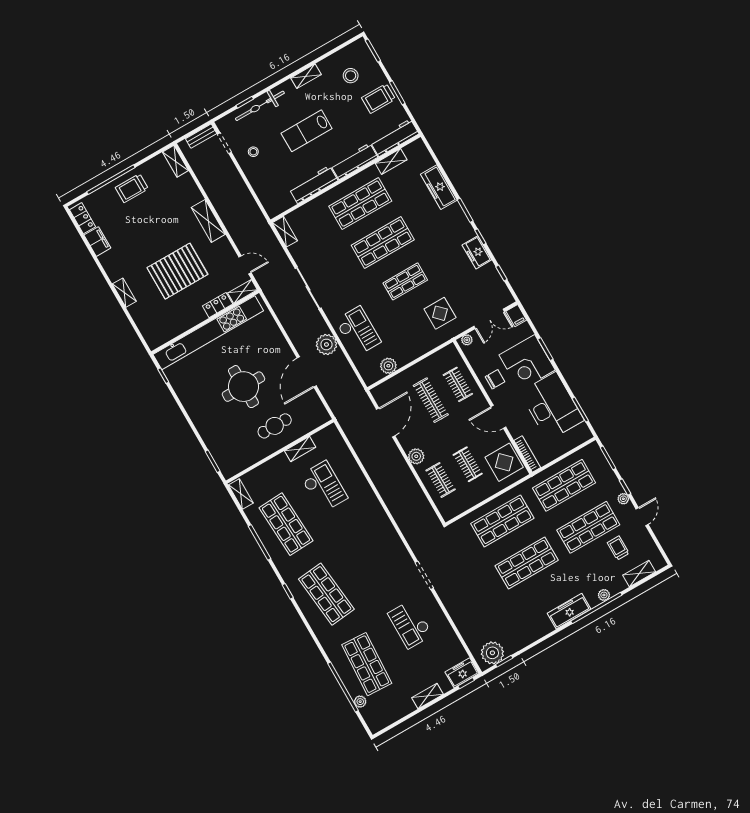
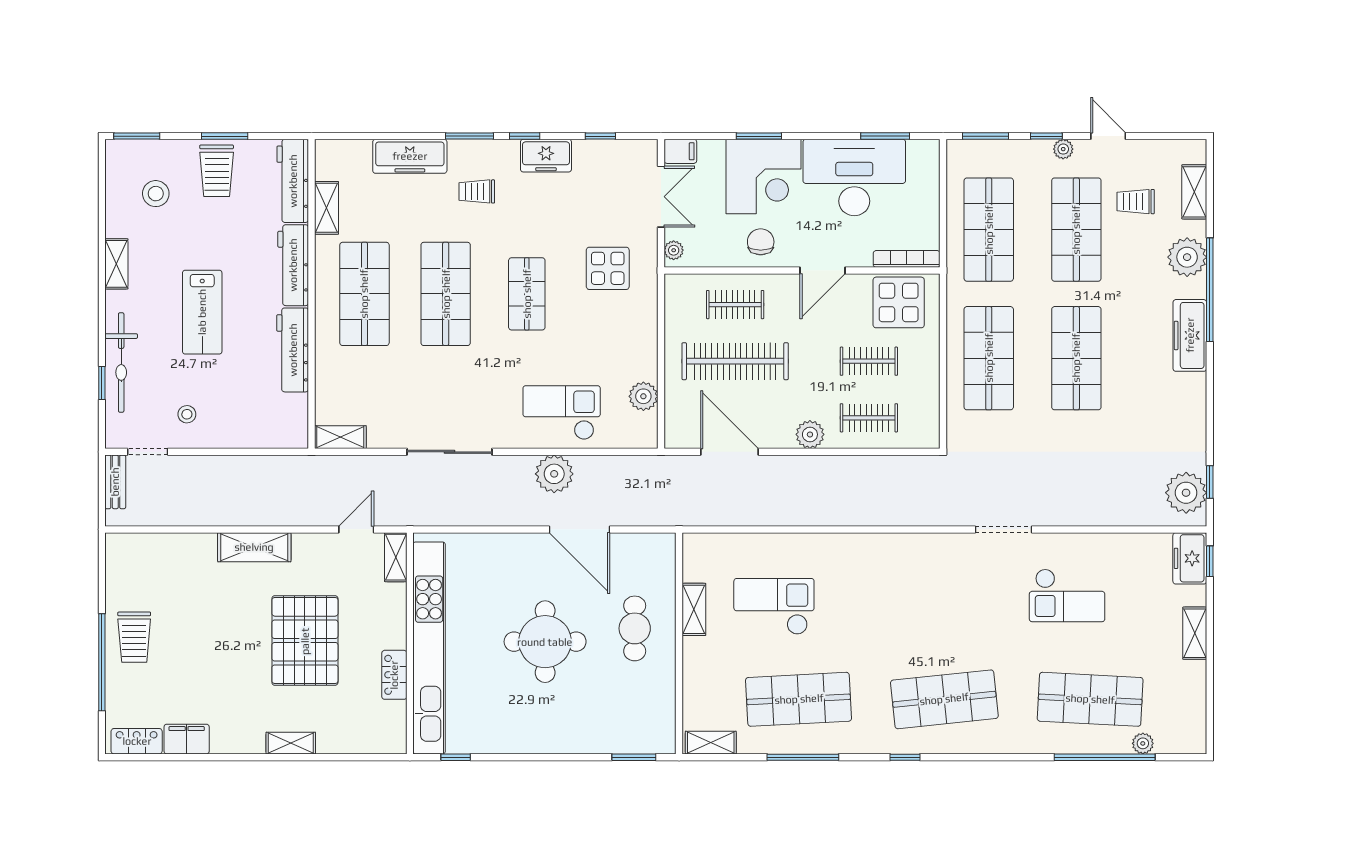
shelving: (176, 161) -> (132, 544), removed
trolley: (441, 229) -> (477, 191), added
locker: (218, 305) -> (394, 675), moved
clothes rail: (431, 400) -> (735, 361), width x1.37, depth x1.31
plant: (604, 595) -> (1187, 257), width x1.88, depth x1.88

